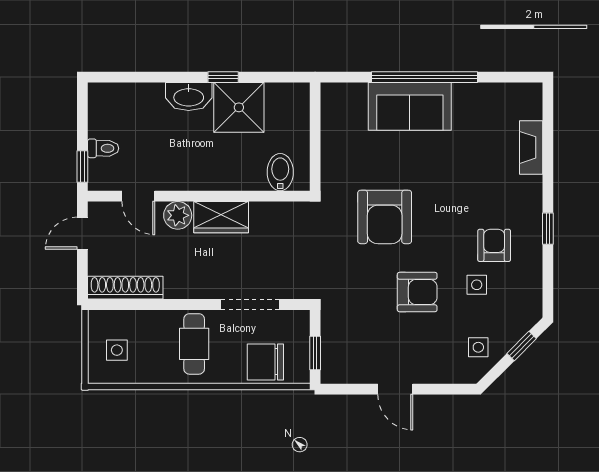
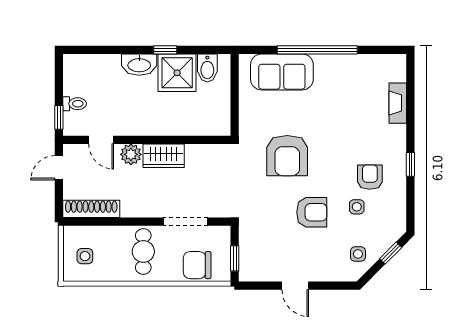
sofa: (410, 106) -> (282, 72), moved
bidet: (280, 172) -> (207, 68), moved, turned 180

